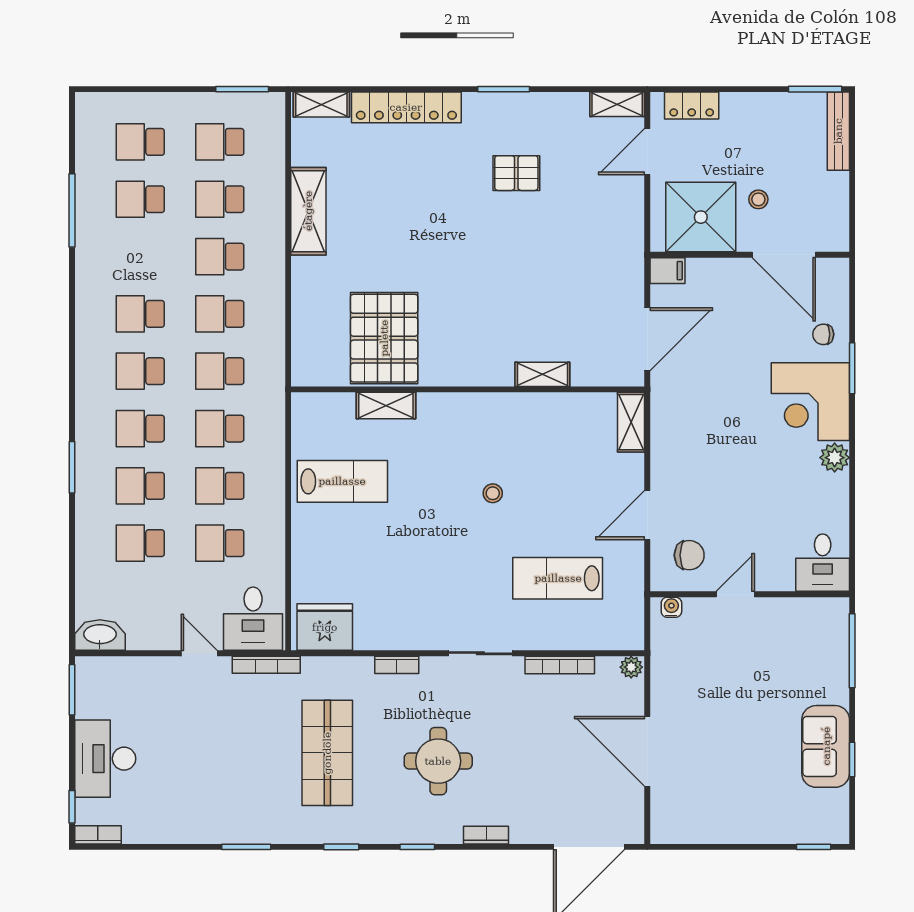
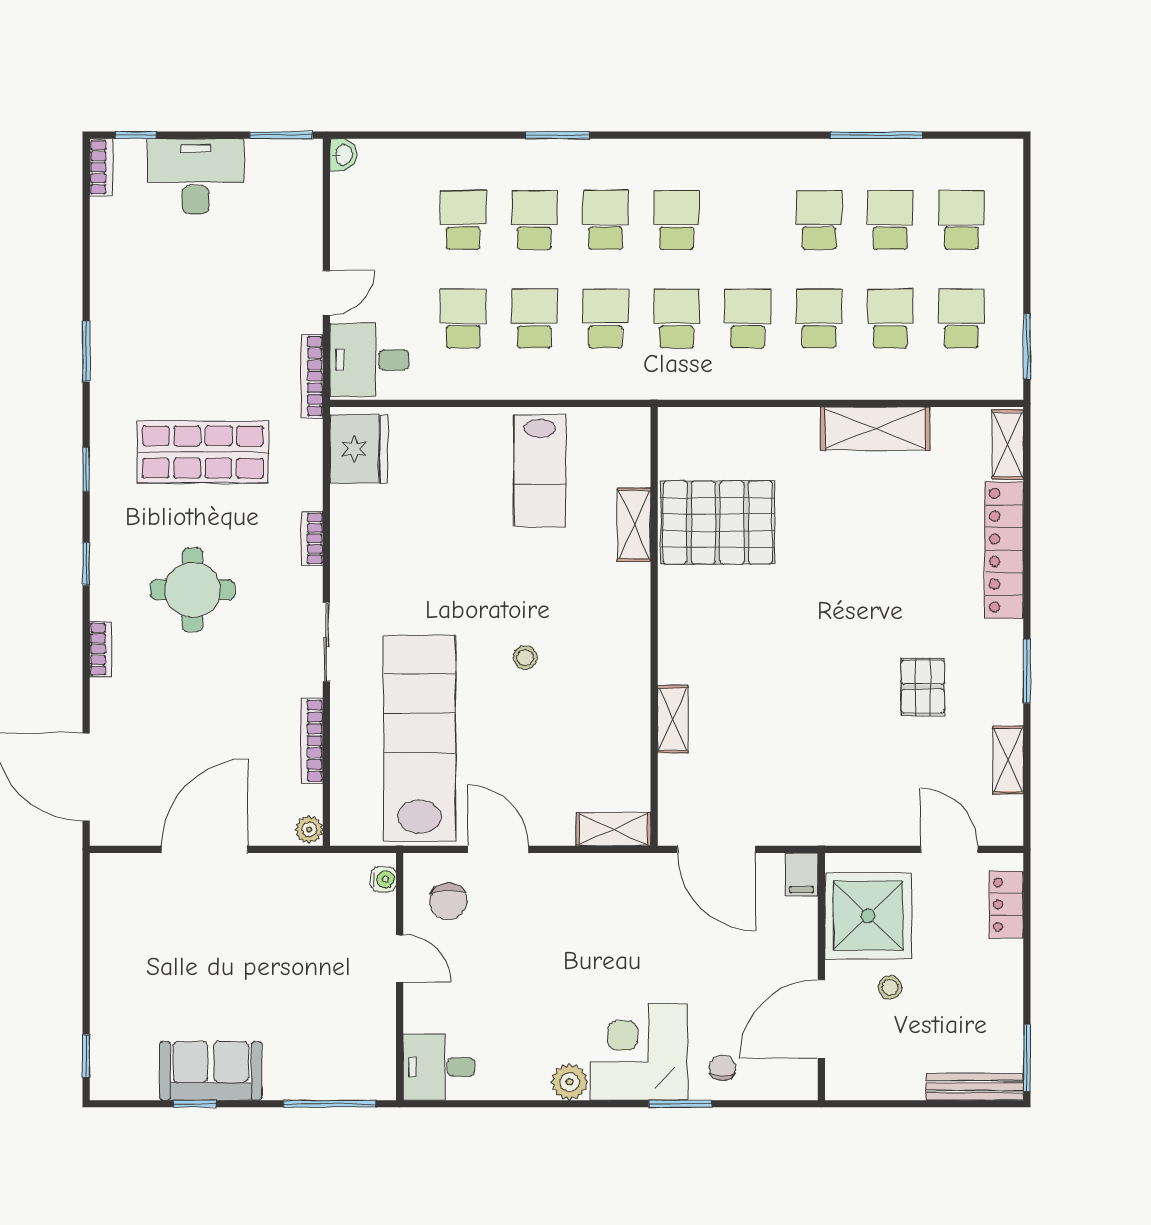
shelving: (617, 104) -> (1008, 760), moved
school desk: (140, 314) -> (819, 220), moved
lab bench: (558, 578) -> (420, 738), width x1.86, depth x1.39
washbasin: (100, 635) -> (343, 155), width x0.52, depth x0.69

